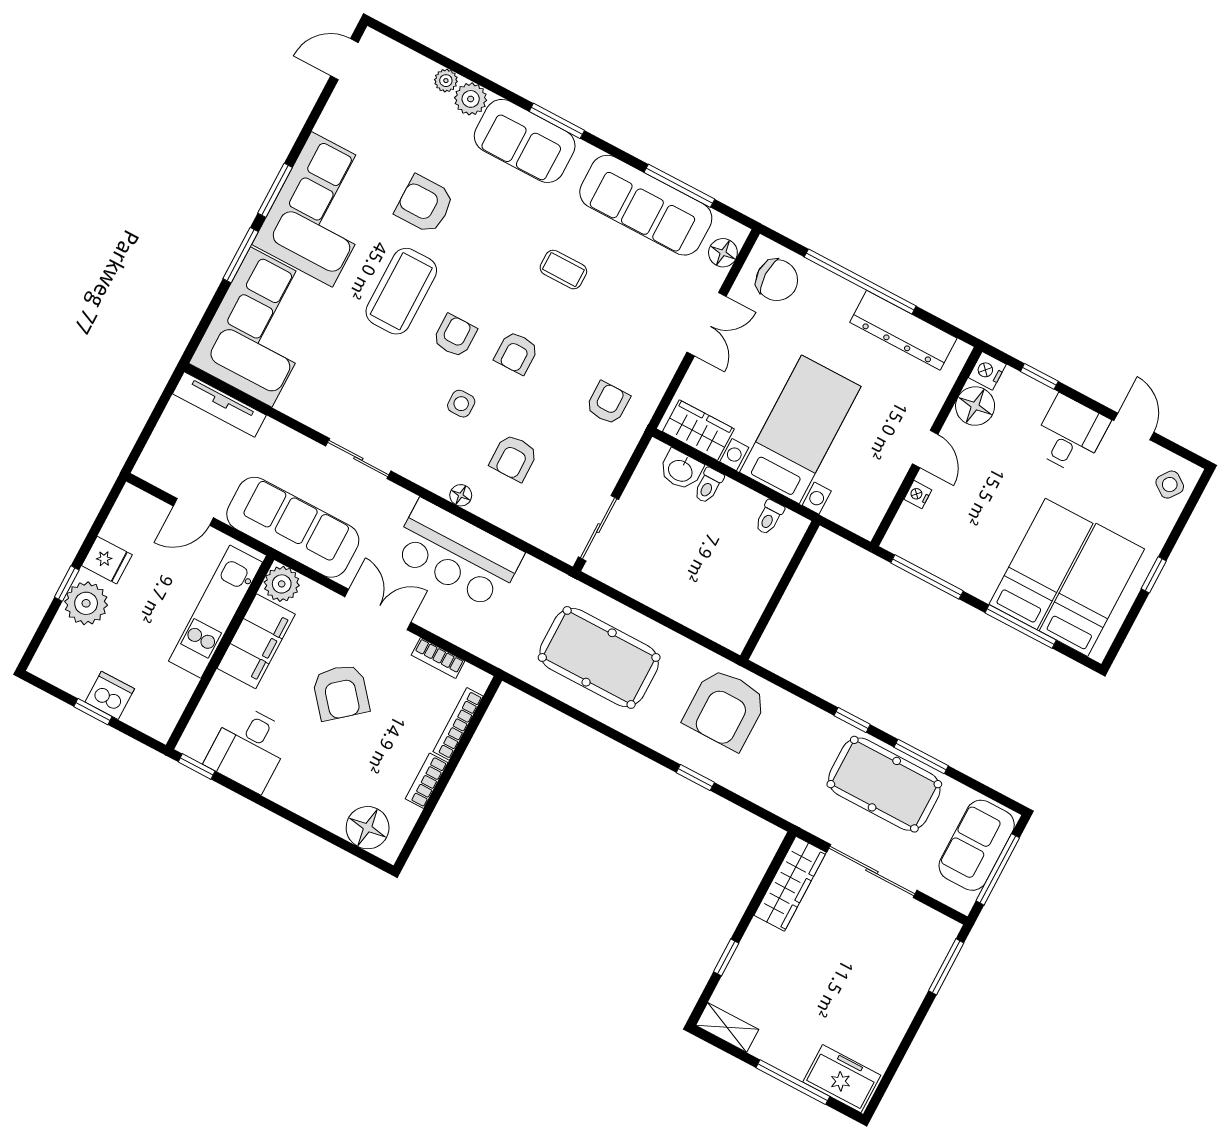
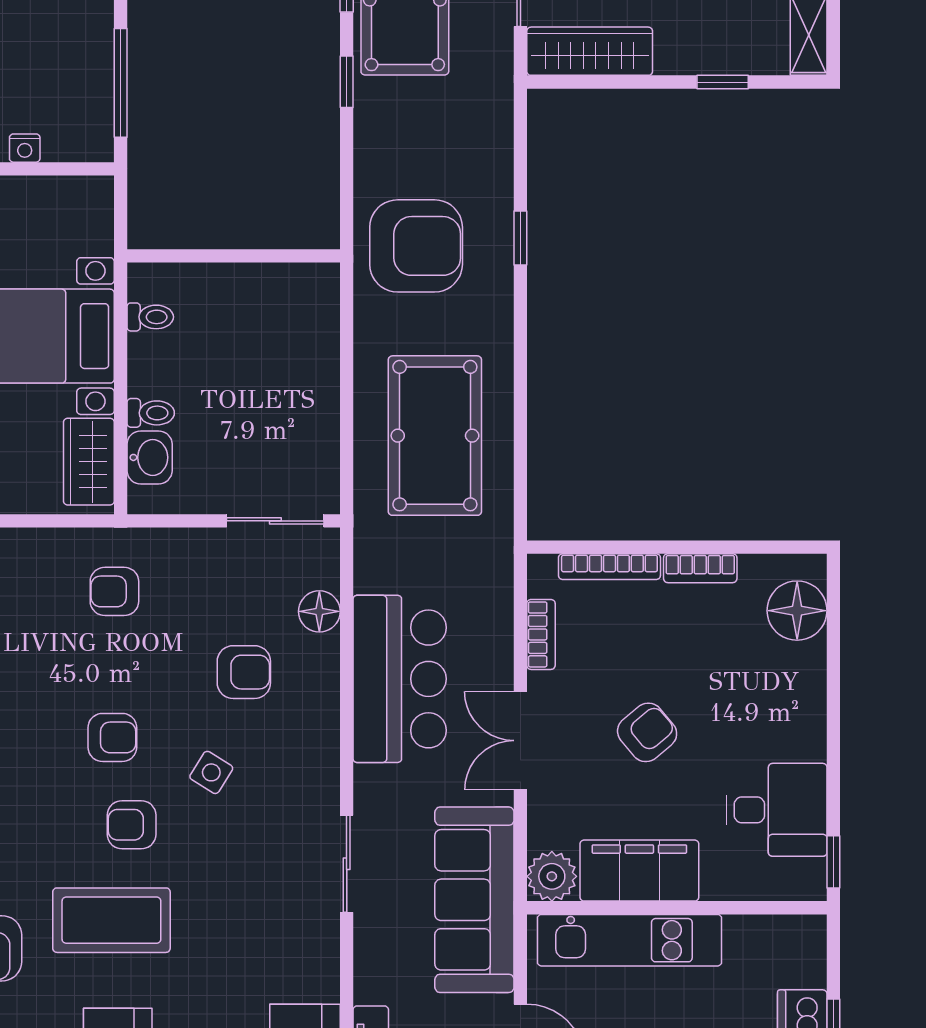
side table: (461, 404) -> (211, 772), turned 32
floor lamp: (461, 495) -> (319, 611), moved, width x1.37, depth x1.37
armchair: (341, 692) -> (647, 732), width x0.72, depth x0.72

